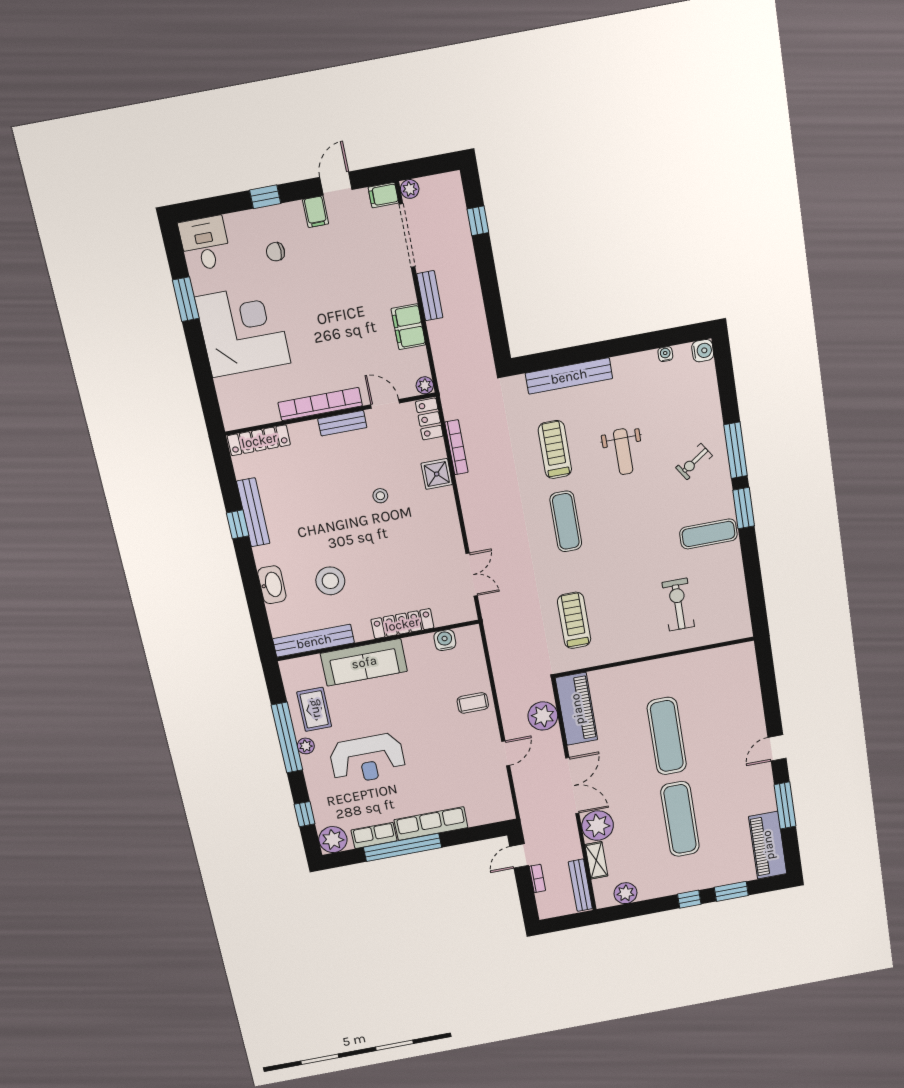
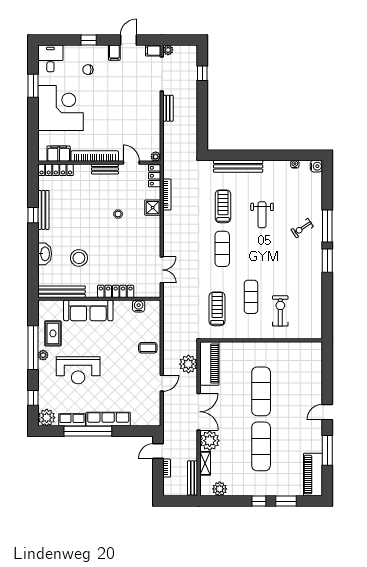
filing cabinet: (408, 327) -> (59, 154), moved, turned 90
exercise mat: (708, 534) -> (251, 297), moved, turned 90

